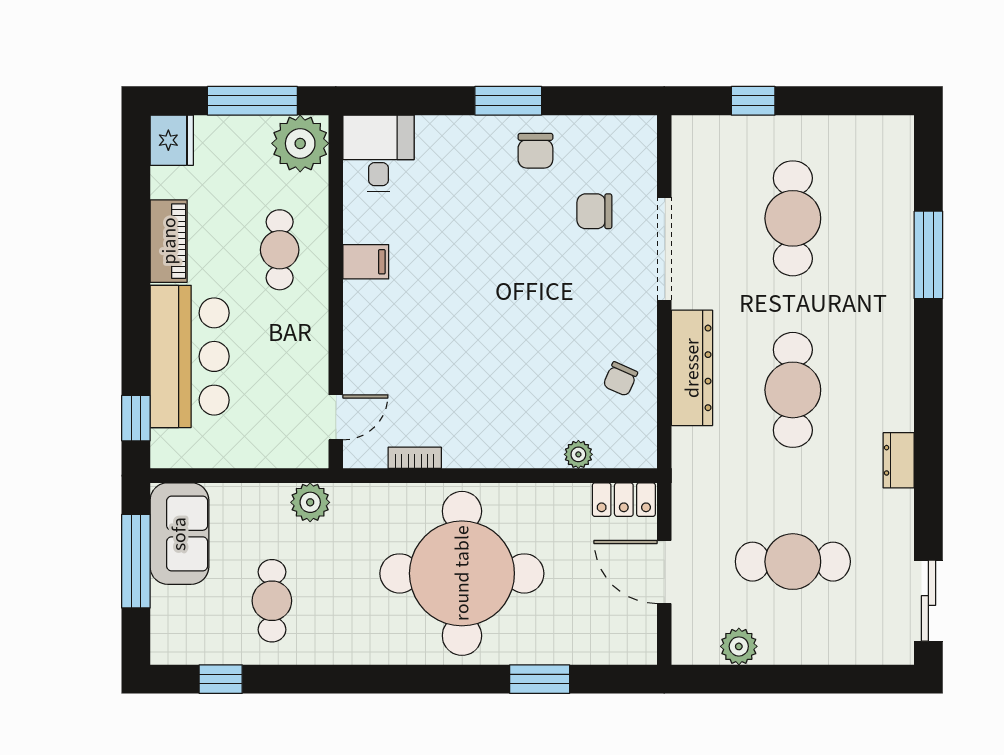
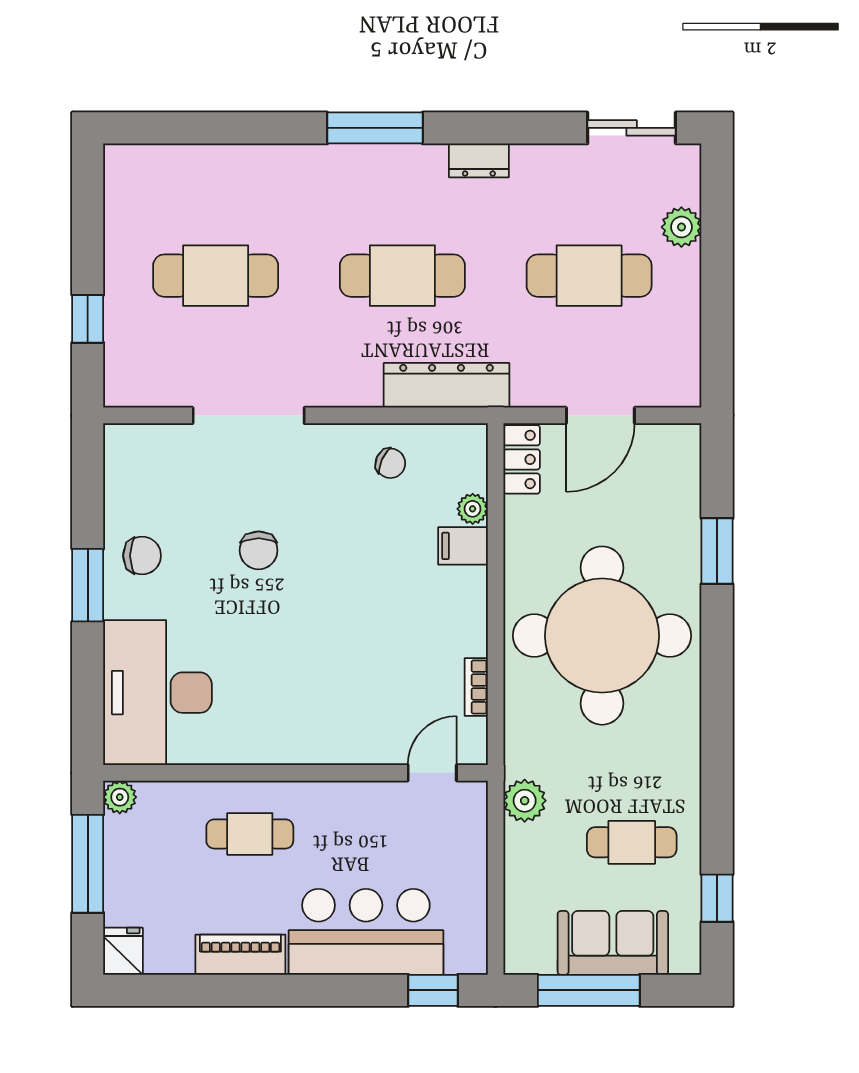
fridge: (172, 140) -> (123, 951), width x0.72
plant: (300, 143) -> (120, 797), width x0.53, depth x0.53
desk: (379, 153) -> (158, 693), width x1.87, depth x1.30
chair: (594, 211) -> (259, 550), moved
window: (928, 255) -> (375, 128), moved
filing cabinet: (366, 262) -> (463, 546), moved, turned -90
dresser: (692, 368) -> (447, 385), moved
door: (336, 417) -> (432, 773), hinge flipped
sofa: (179, 534) -> (613, 943), moved
cafe table: (793, 562) -> (589, 276), turned 90
plant: (739, 646) -> (681, 227), moved

